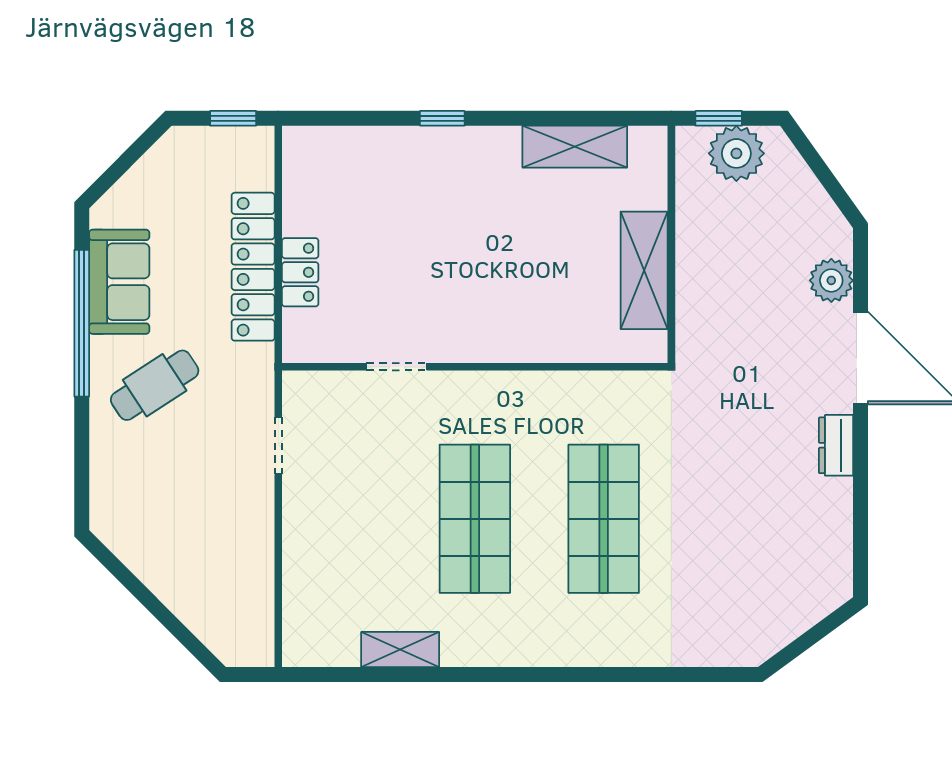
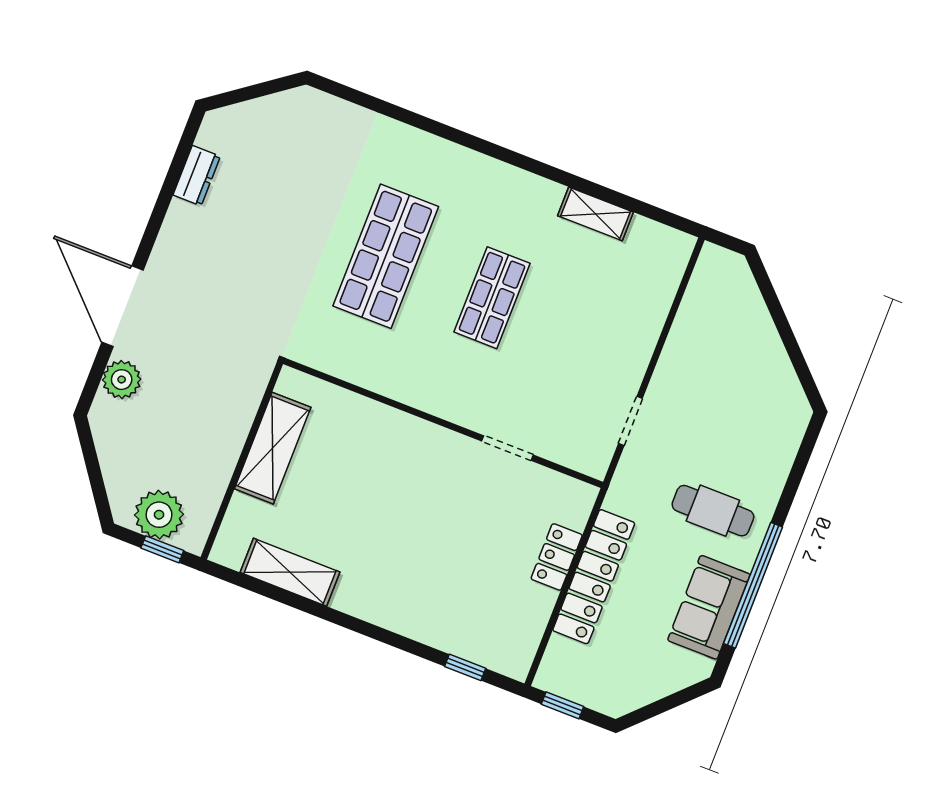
window: (442, 118) -> (465, 667), moved
cafe table: (155, 385) -> (713, 511), turned 33
dresser: (836, 445) -> (197, 176), moved
shop shelf: (475, 519) -> (492, 298), width x0.70, depth x0.74

